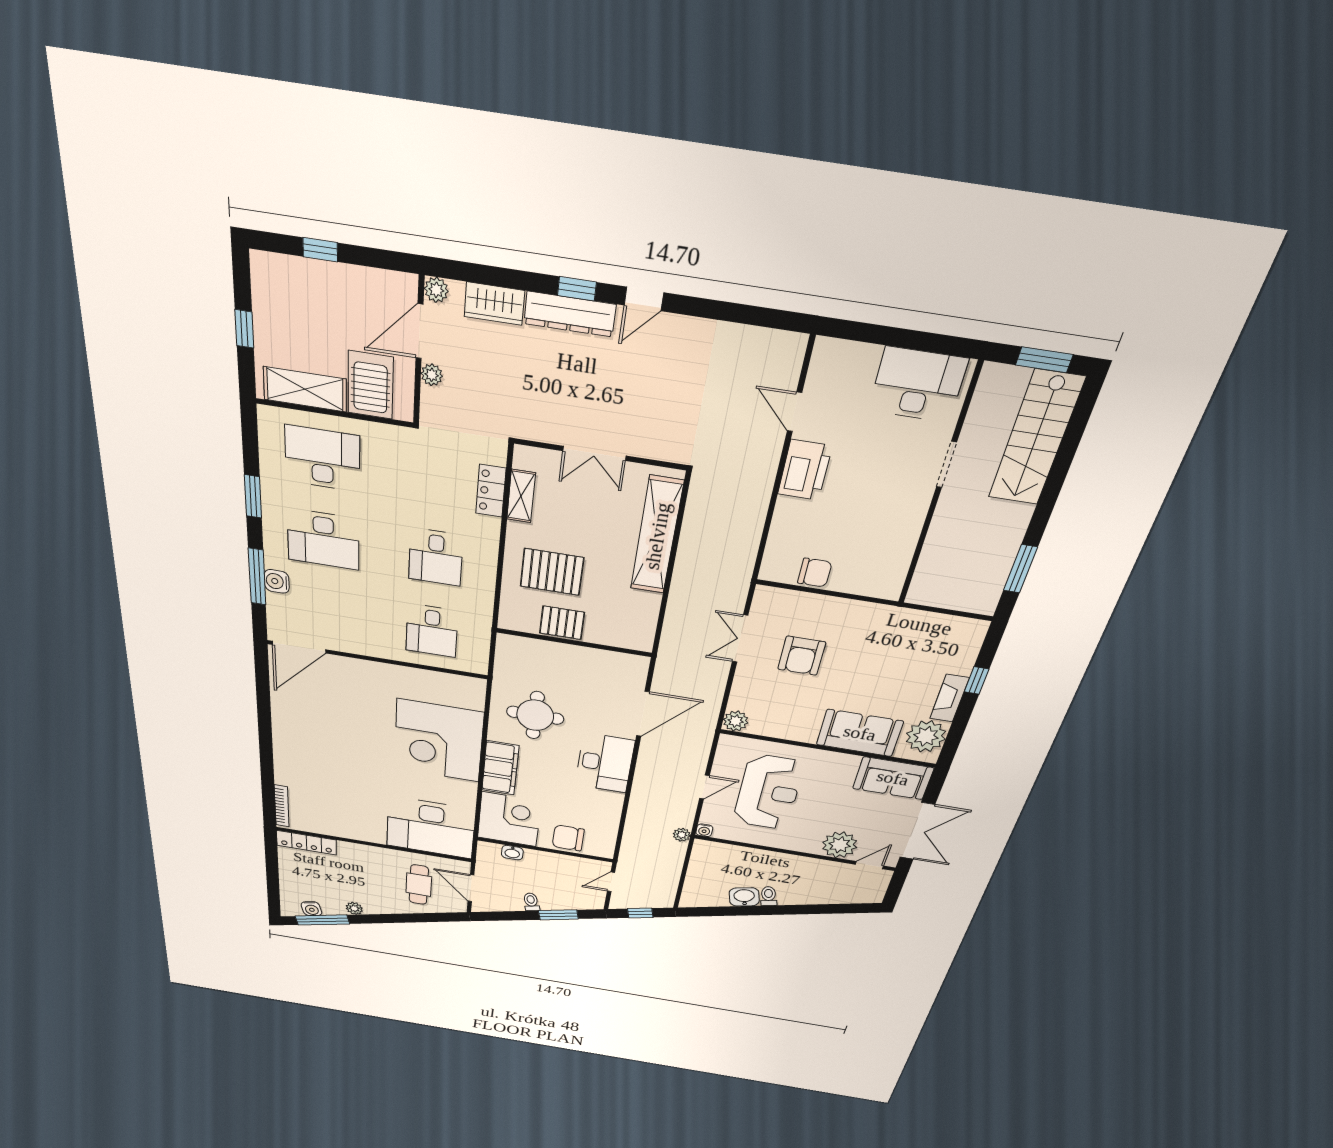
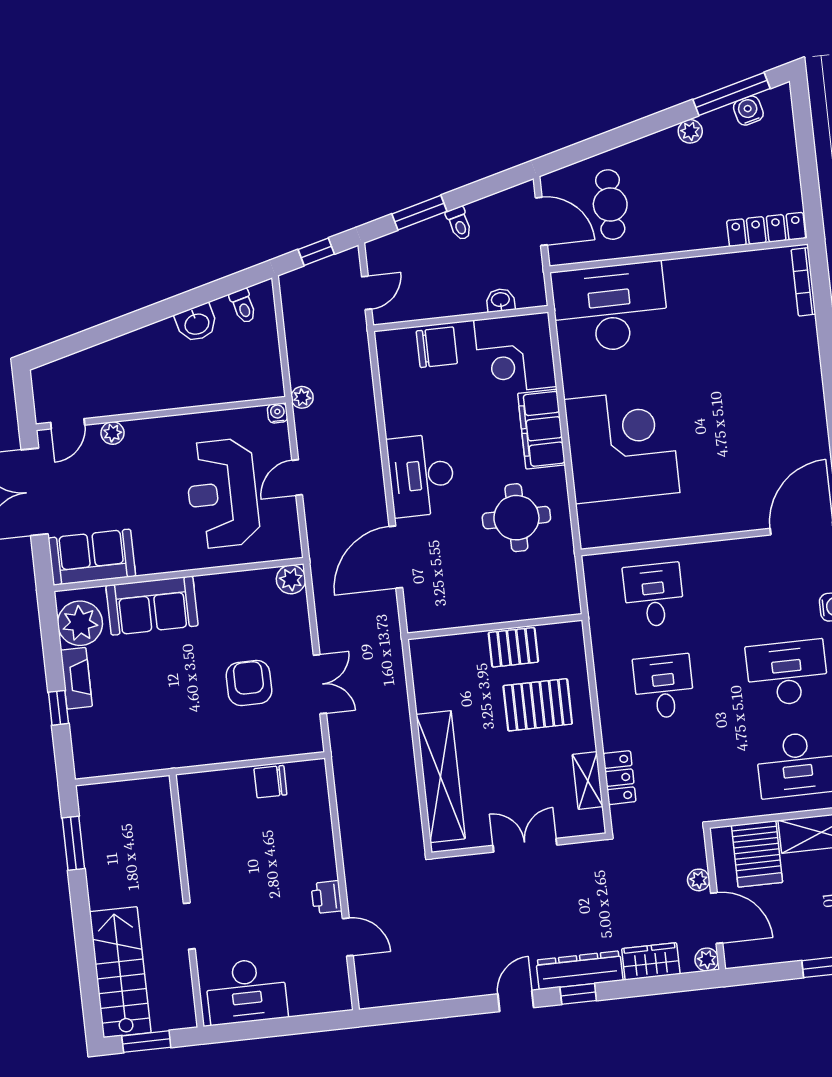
door: (420, 331) -> (717, 918), hinge flipped
printer: (805, 470) -> (327, 897), width x0.53, depth x0.68
plant: (840, 845) -> (113, 433), width x0.53, depth x0.53
toilet: (769, 896) -> (243, 306), moved

